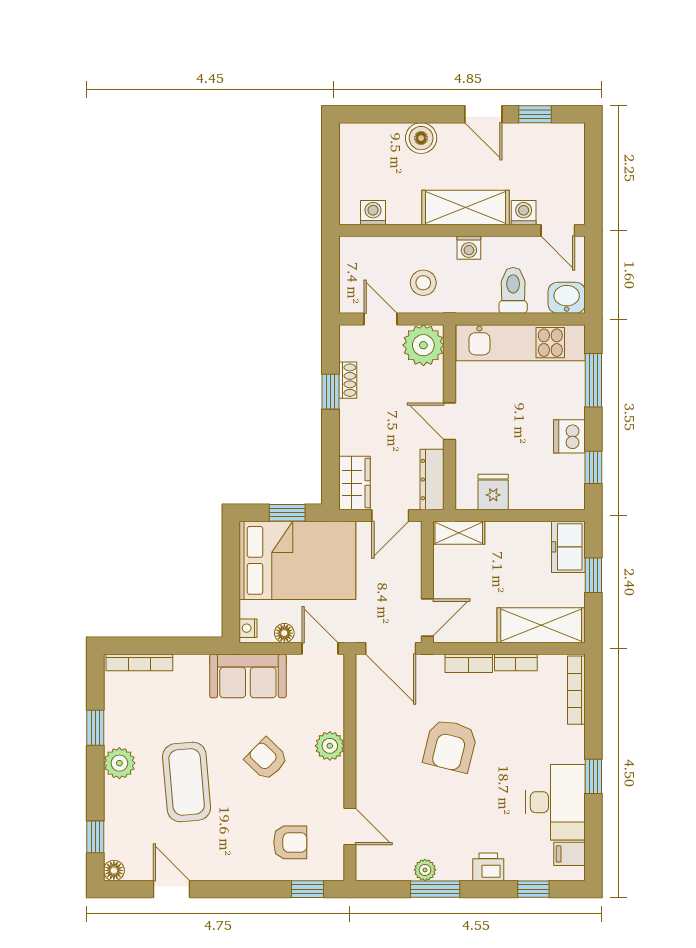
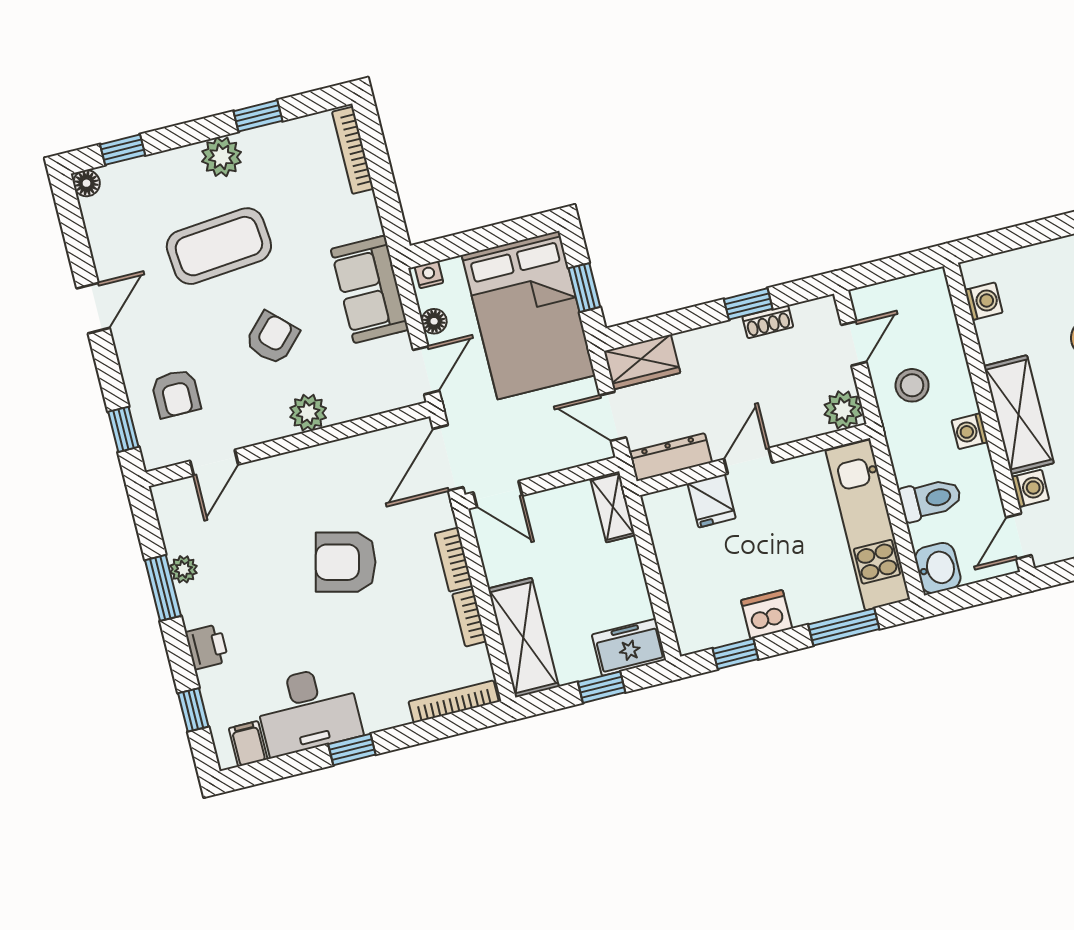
plant: (423, 345) -> (843, 410), width x0.73, depth x0.73
fridge: (493, 492) -> (712, 501), moved, turned 90
door: (172, 889) -> (93, 308), moved

